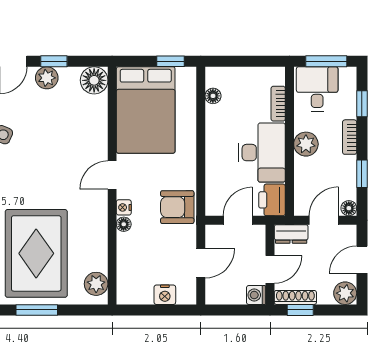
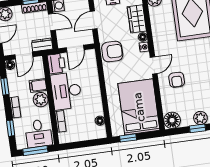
armchair: (77, 146) -> (177, 80), added
filing cabinet: (307, 168) -> (38, 85), added
wardrobe: (129, 255) -> (137, 19), added
door: (270, 269) -> (52, 22), swing flipped

